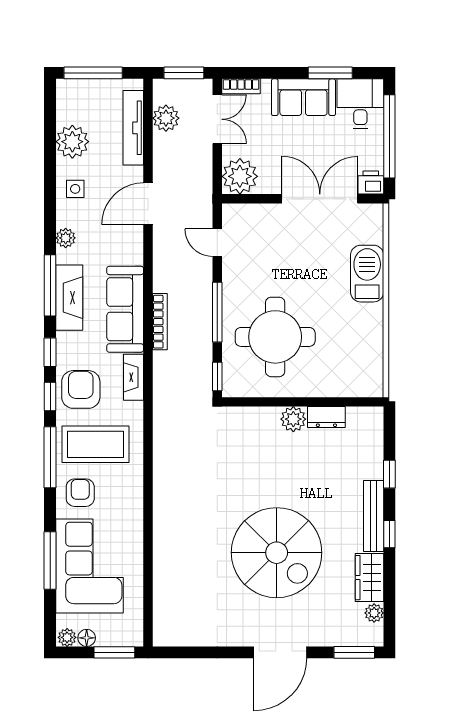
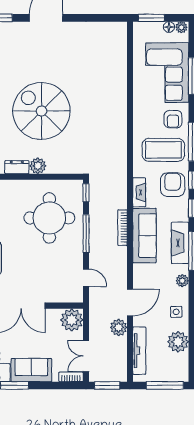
plant: (166, 118) -> (119, 327), moved
armchair: (81, 389) -> (173, 185), turned 180
spiral stairs: (277, 553) -> (41, 111), moved

